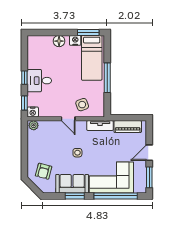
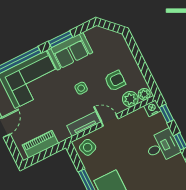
side table: (82, 105) -> (88, 147), moved
tv unit: (100, 126) -> (84, 124), moved
plant: (46, 127) -> (130, 99), added
armchair: (44, 171) -> (115, 81), moved, turned 75

